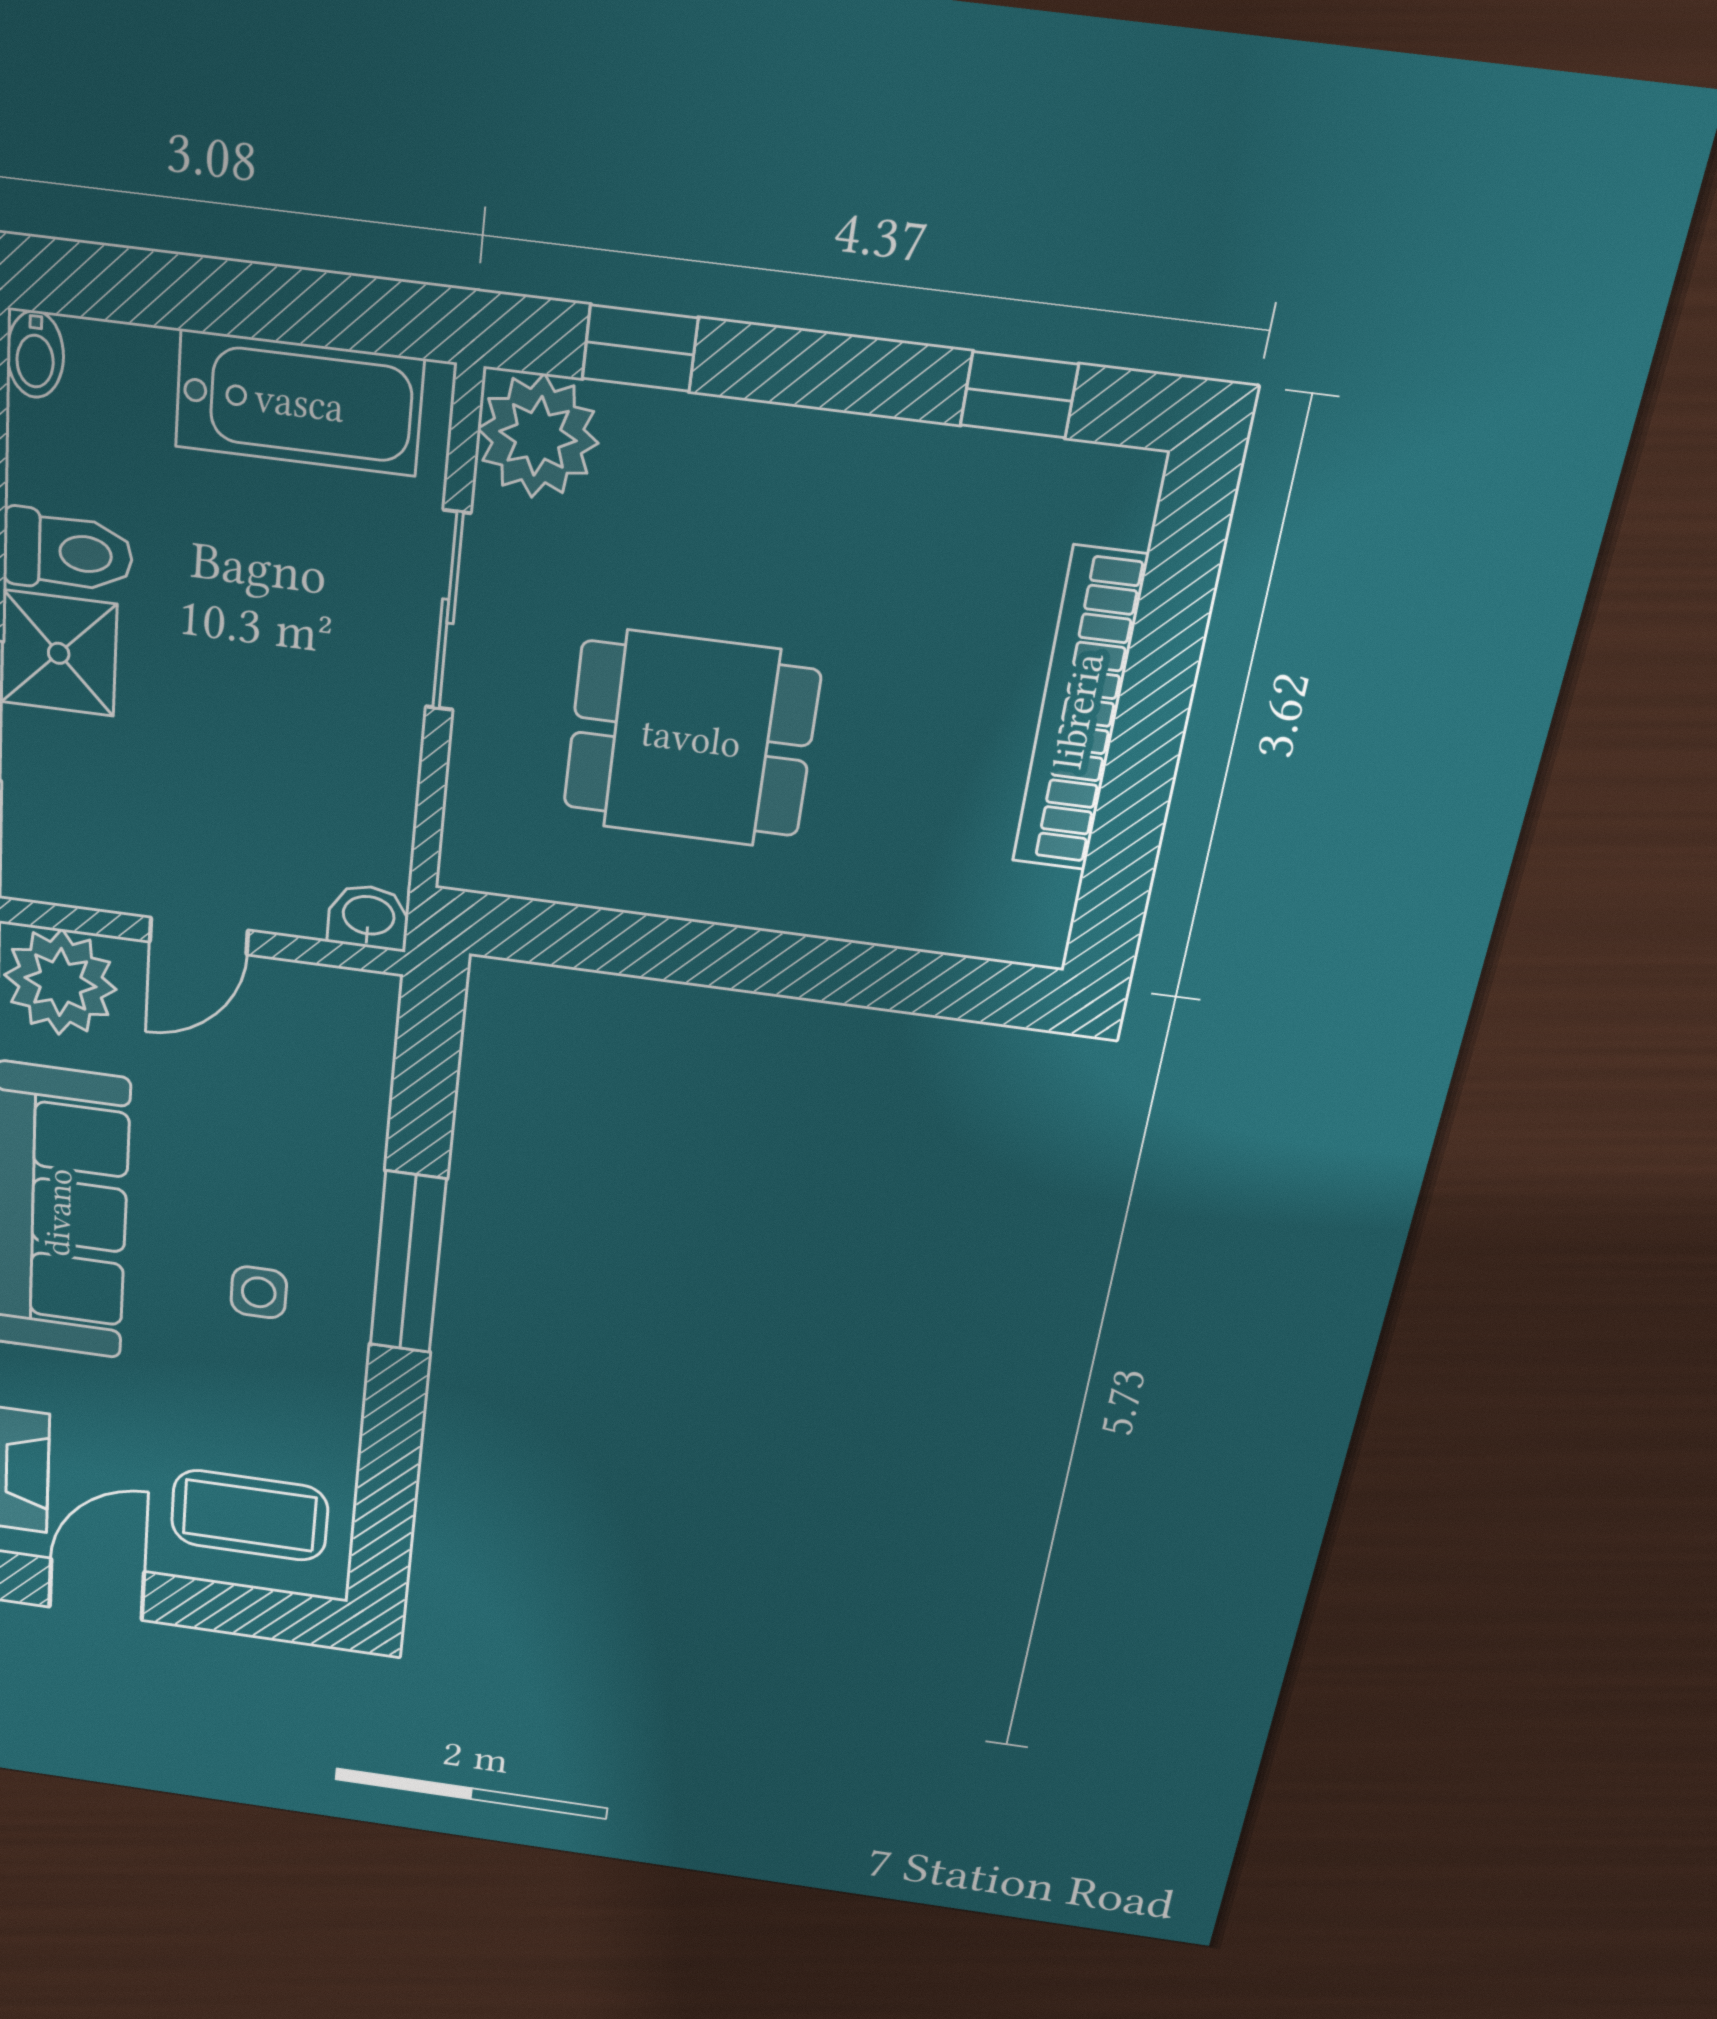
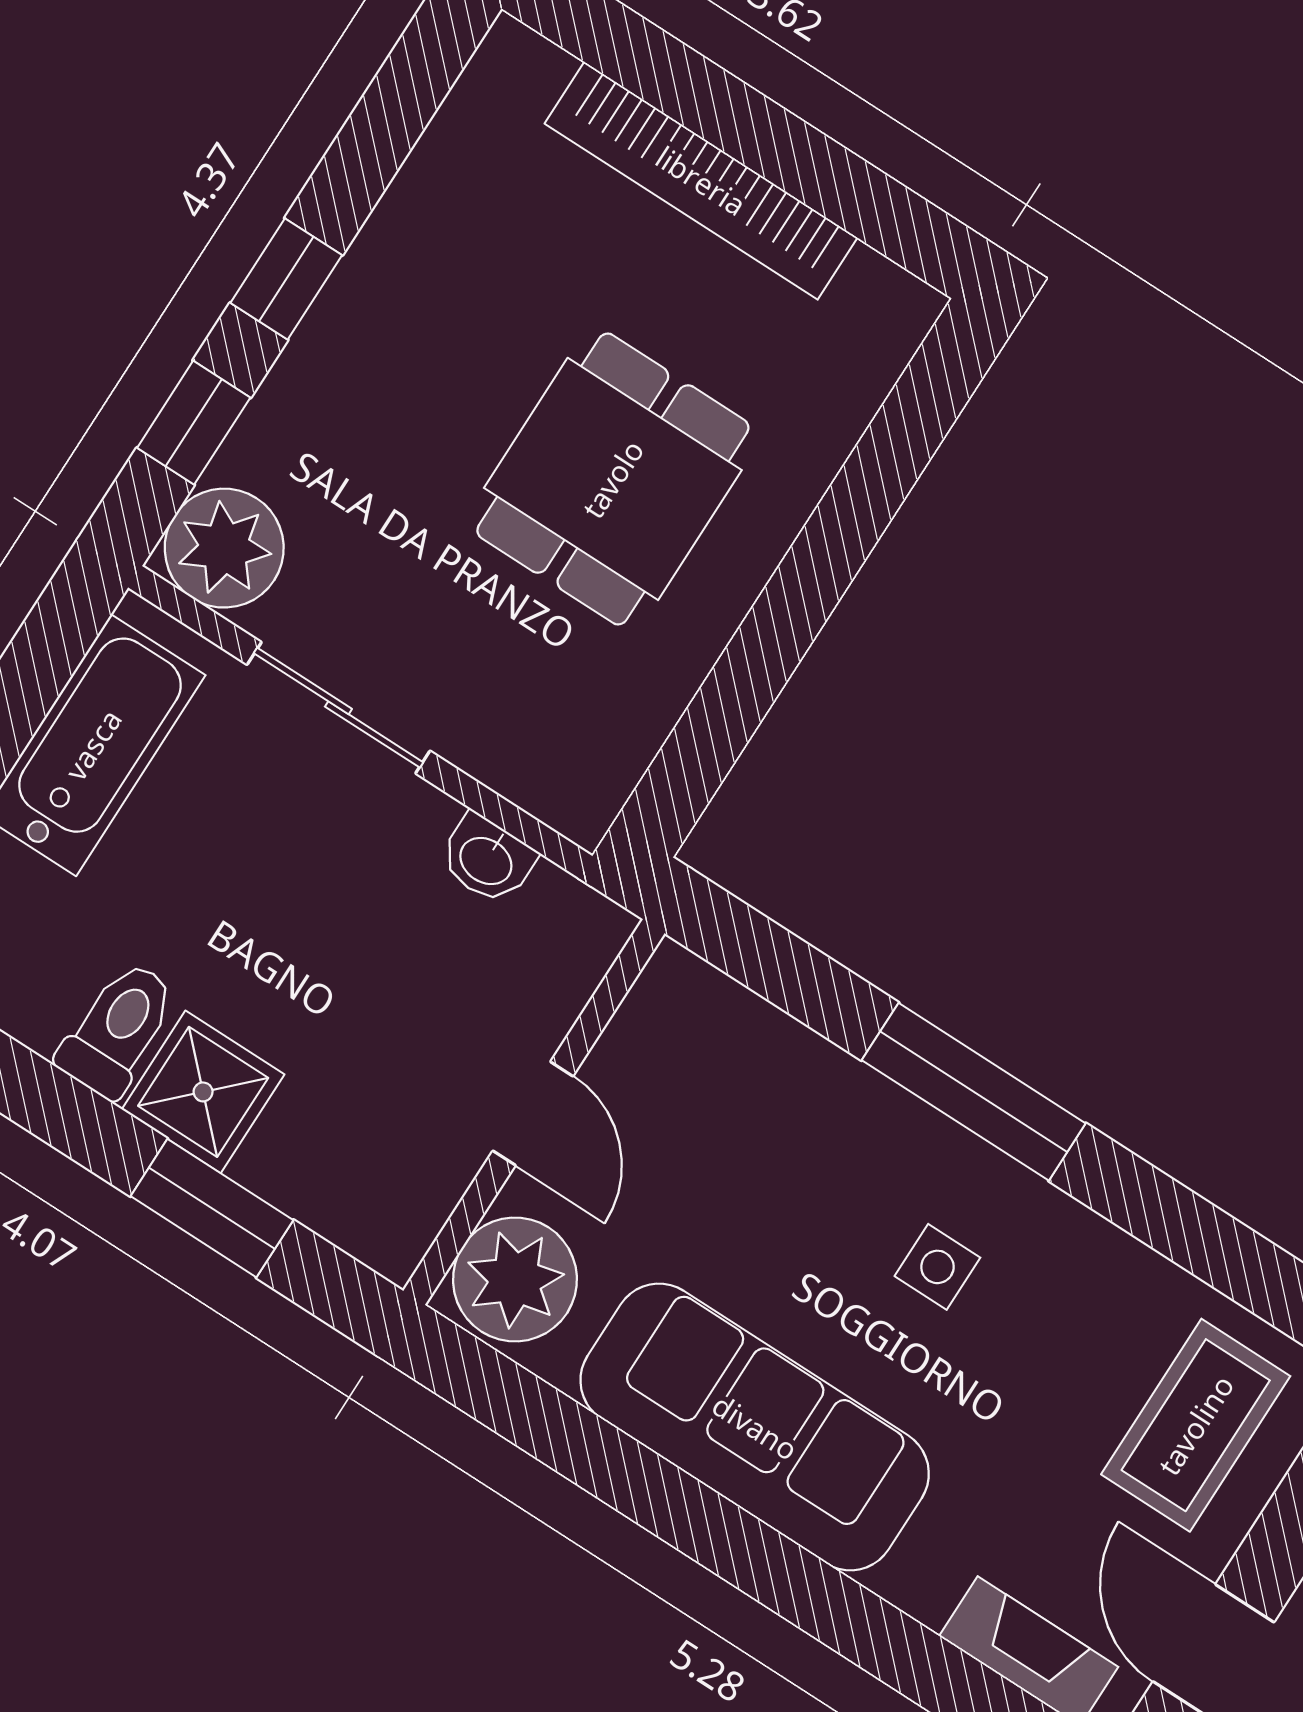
window: (1019, 395) -> (286, 279), moved
dining table: (691, 739) -> (613, 479), moved
washbasin: (368, 917) -> (487, 859), moved, turned -90

